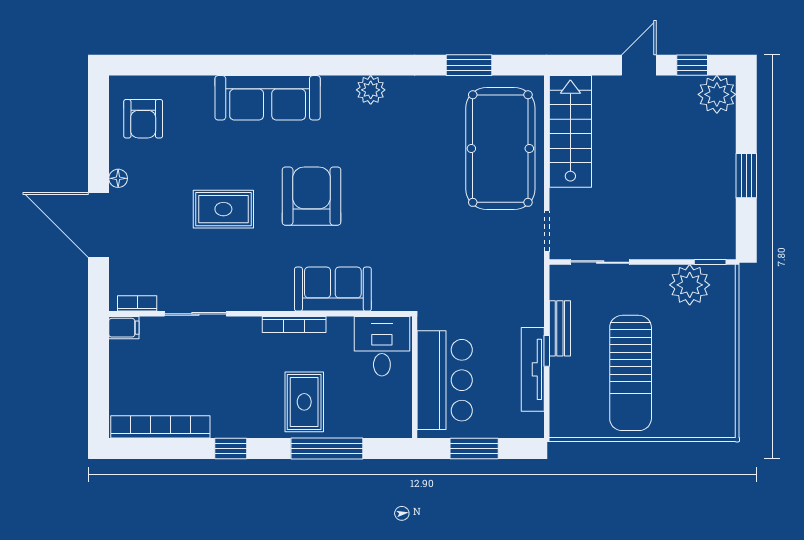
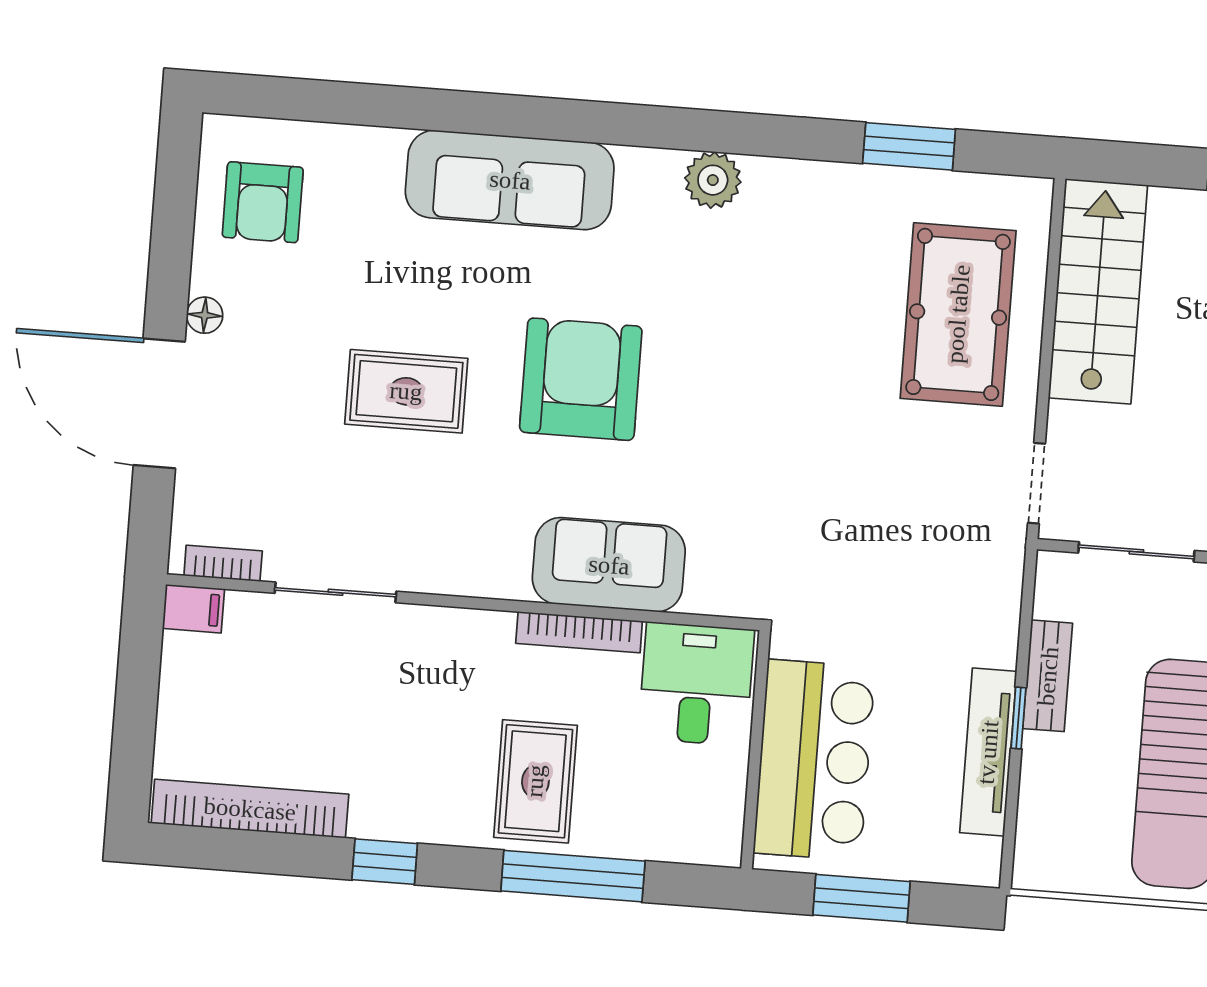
pool table: (500, 149) -> (958, 314), width x0.73, depth x0.76
bookcase: (294, 325) -> (579, 632), moved

